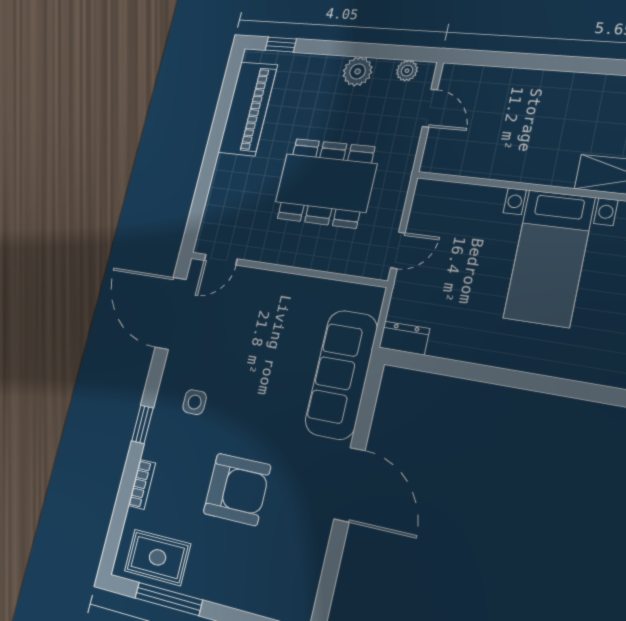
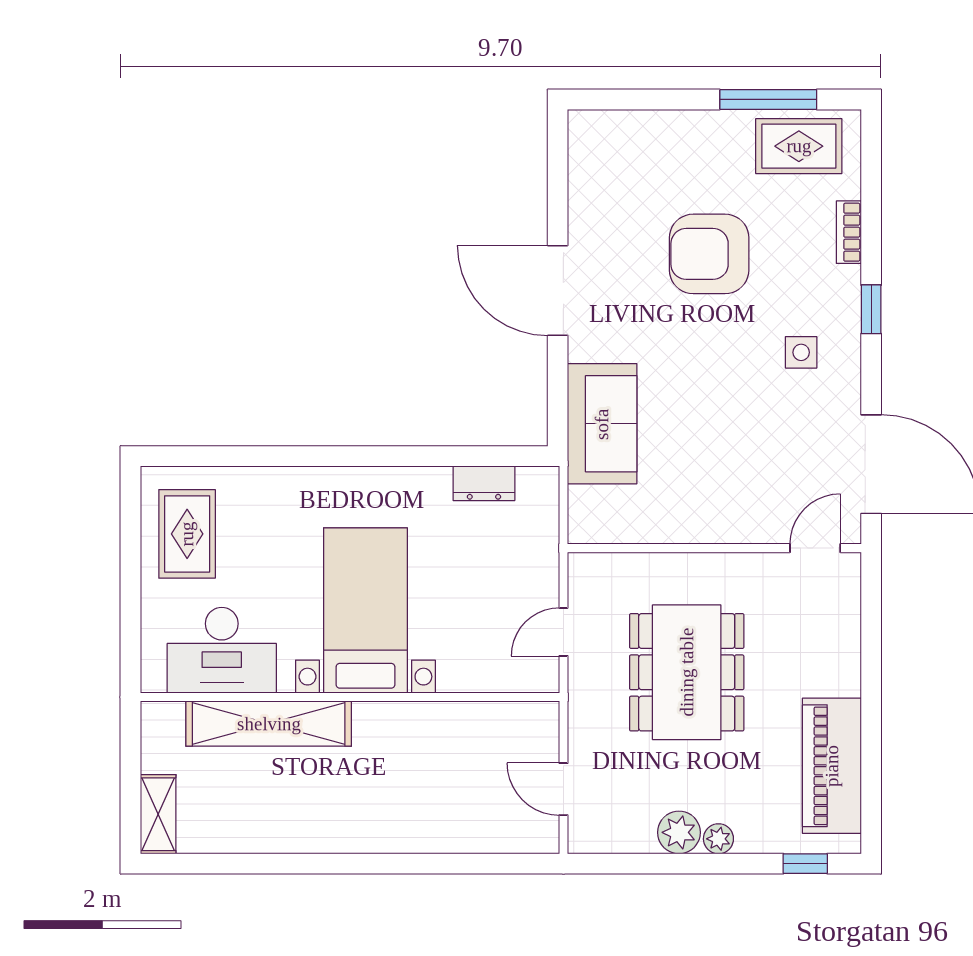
plant: (407, 71) -> (718, 839), moved
dining table: (326, 183) -> (687, 672), turned 90
door: (398, 250) -> (563, 632), moved
dresser: (404, 338) -> (484, 483), moved
sofa: (341, 374) -> (602, 424), width x0.73

